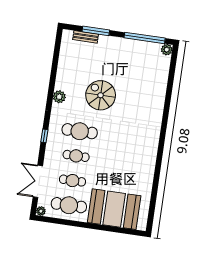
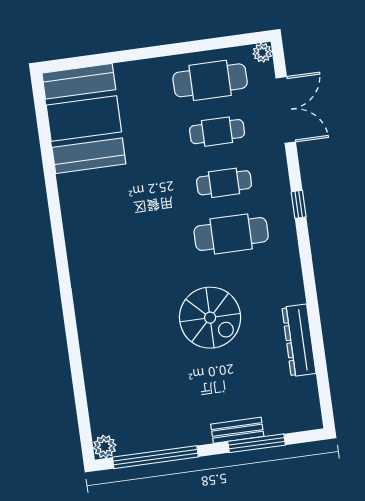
bench: (86, 37) -> (237, 430), moved
dresser: (62, 73) -> (299, 340), added
plant: (59, 97) -> (291, 291), removed
booth: (114, 209) -> (84, 118), moved, turned 90

